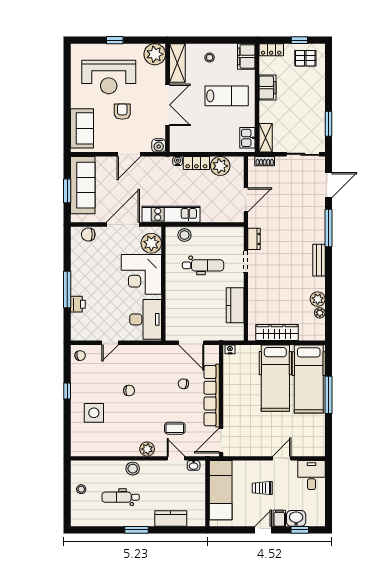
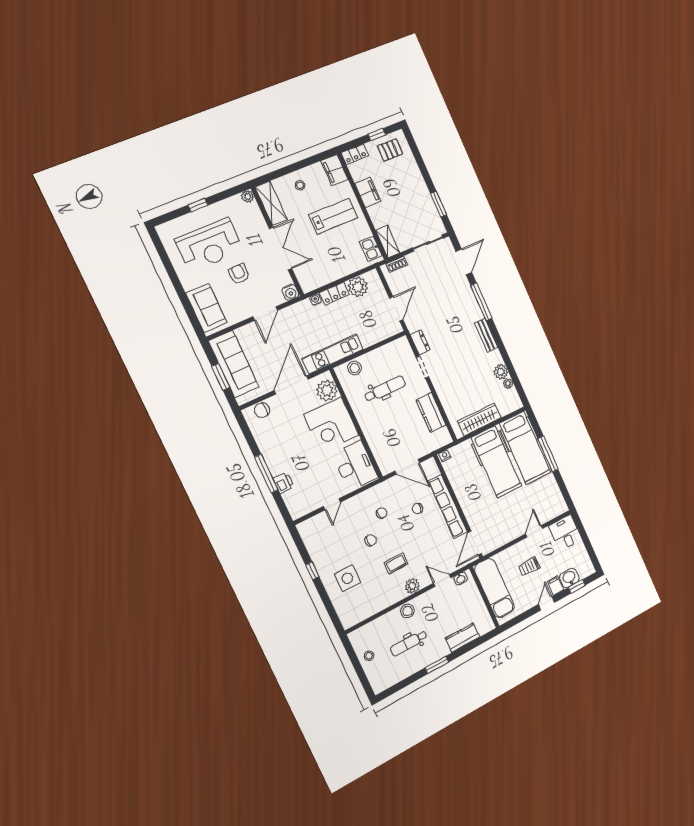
plant: (155, 54) -> (248, 196), width x0.53, depth x0.53
chair: (80, 356) -> (381, 513), moved
coffee table: (175, 428) -> (396, 563), moved

